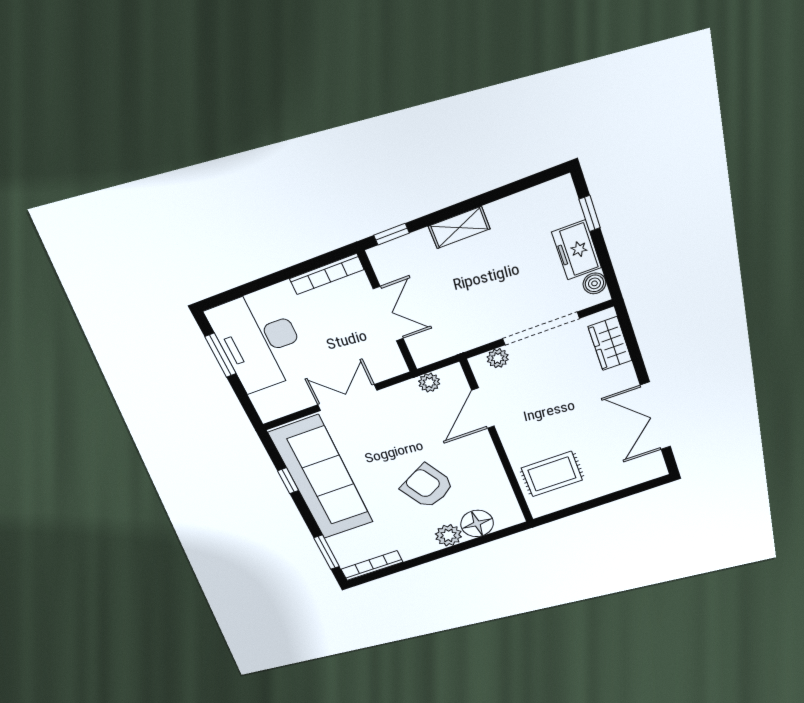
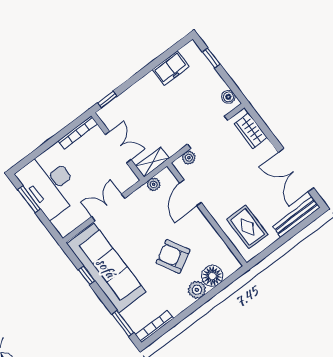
shelving: (459, 228) -> (152, 162), moved
freezer: (577, 250) -> (171, 68), moved, turned -90
rug: (552, 474) -> (247, 227), turned 90
bench: (629, 478) -> (296, 217), added

